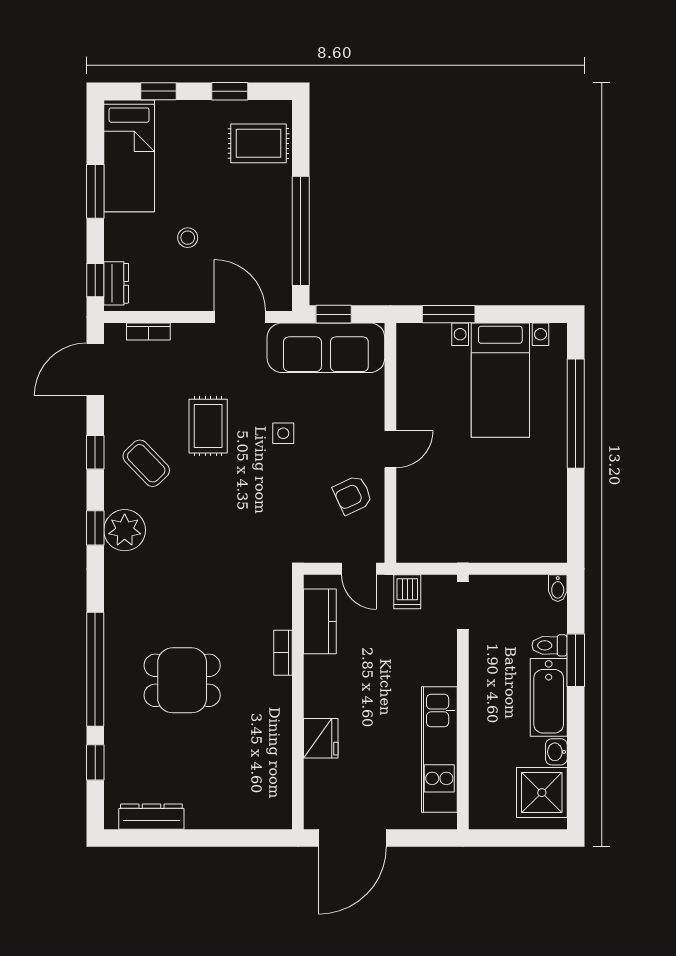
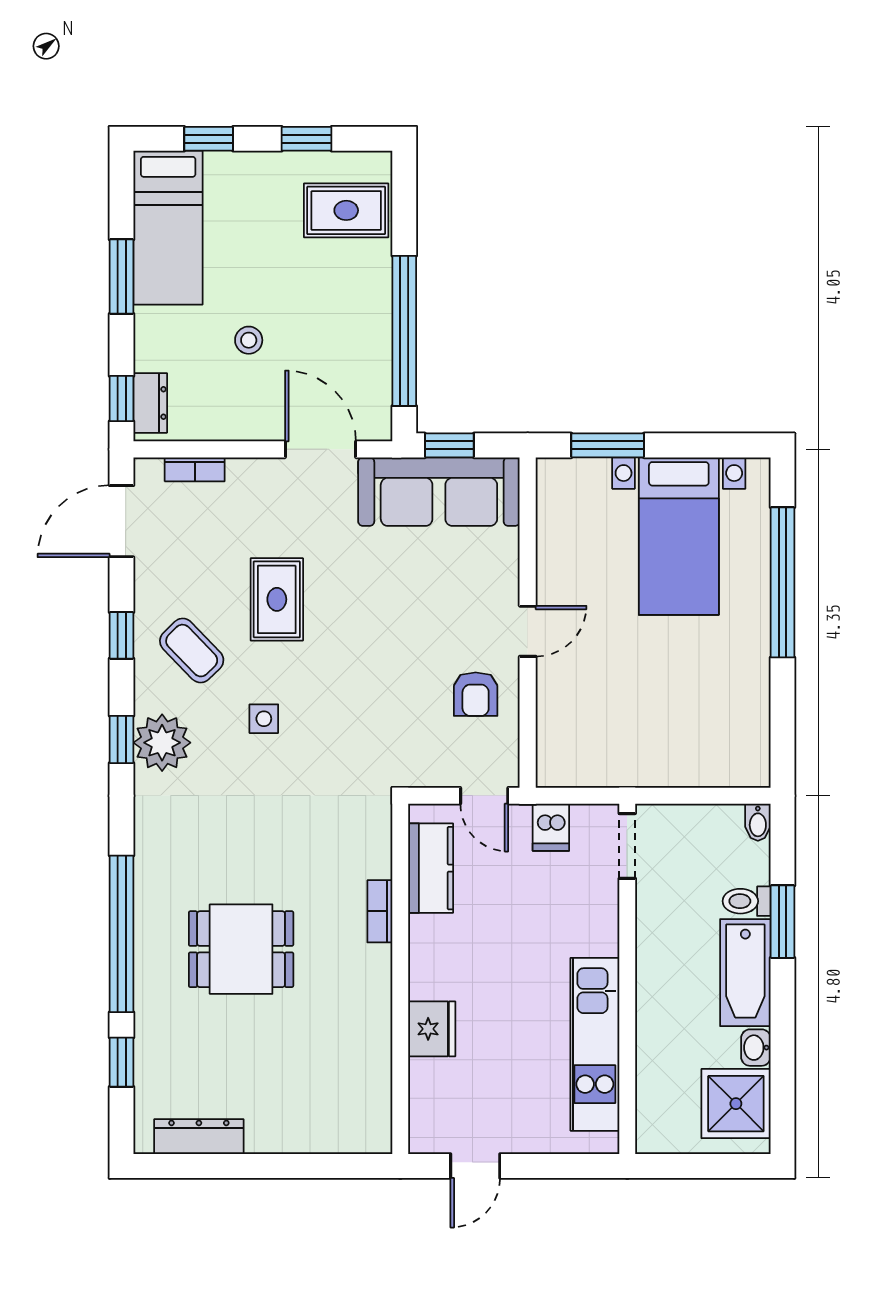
side table: (283, 433) -> (264, 719), moved
armchair: (353, 495) -> (476, 694), turned -65
door: (352, 838) -> (475, 1166), width x0.53

